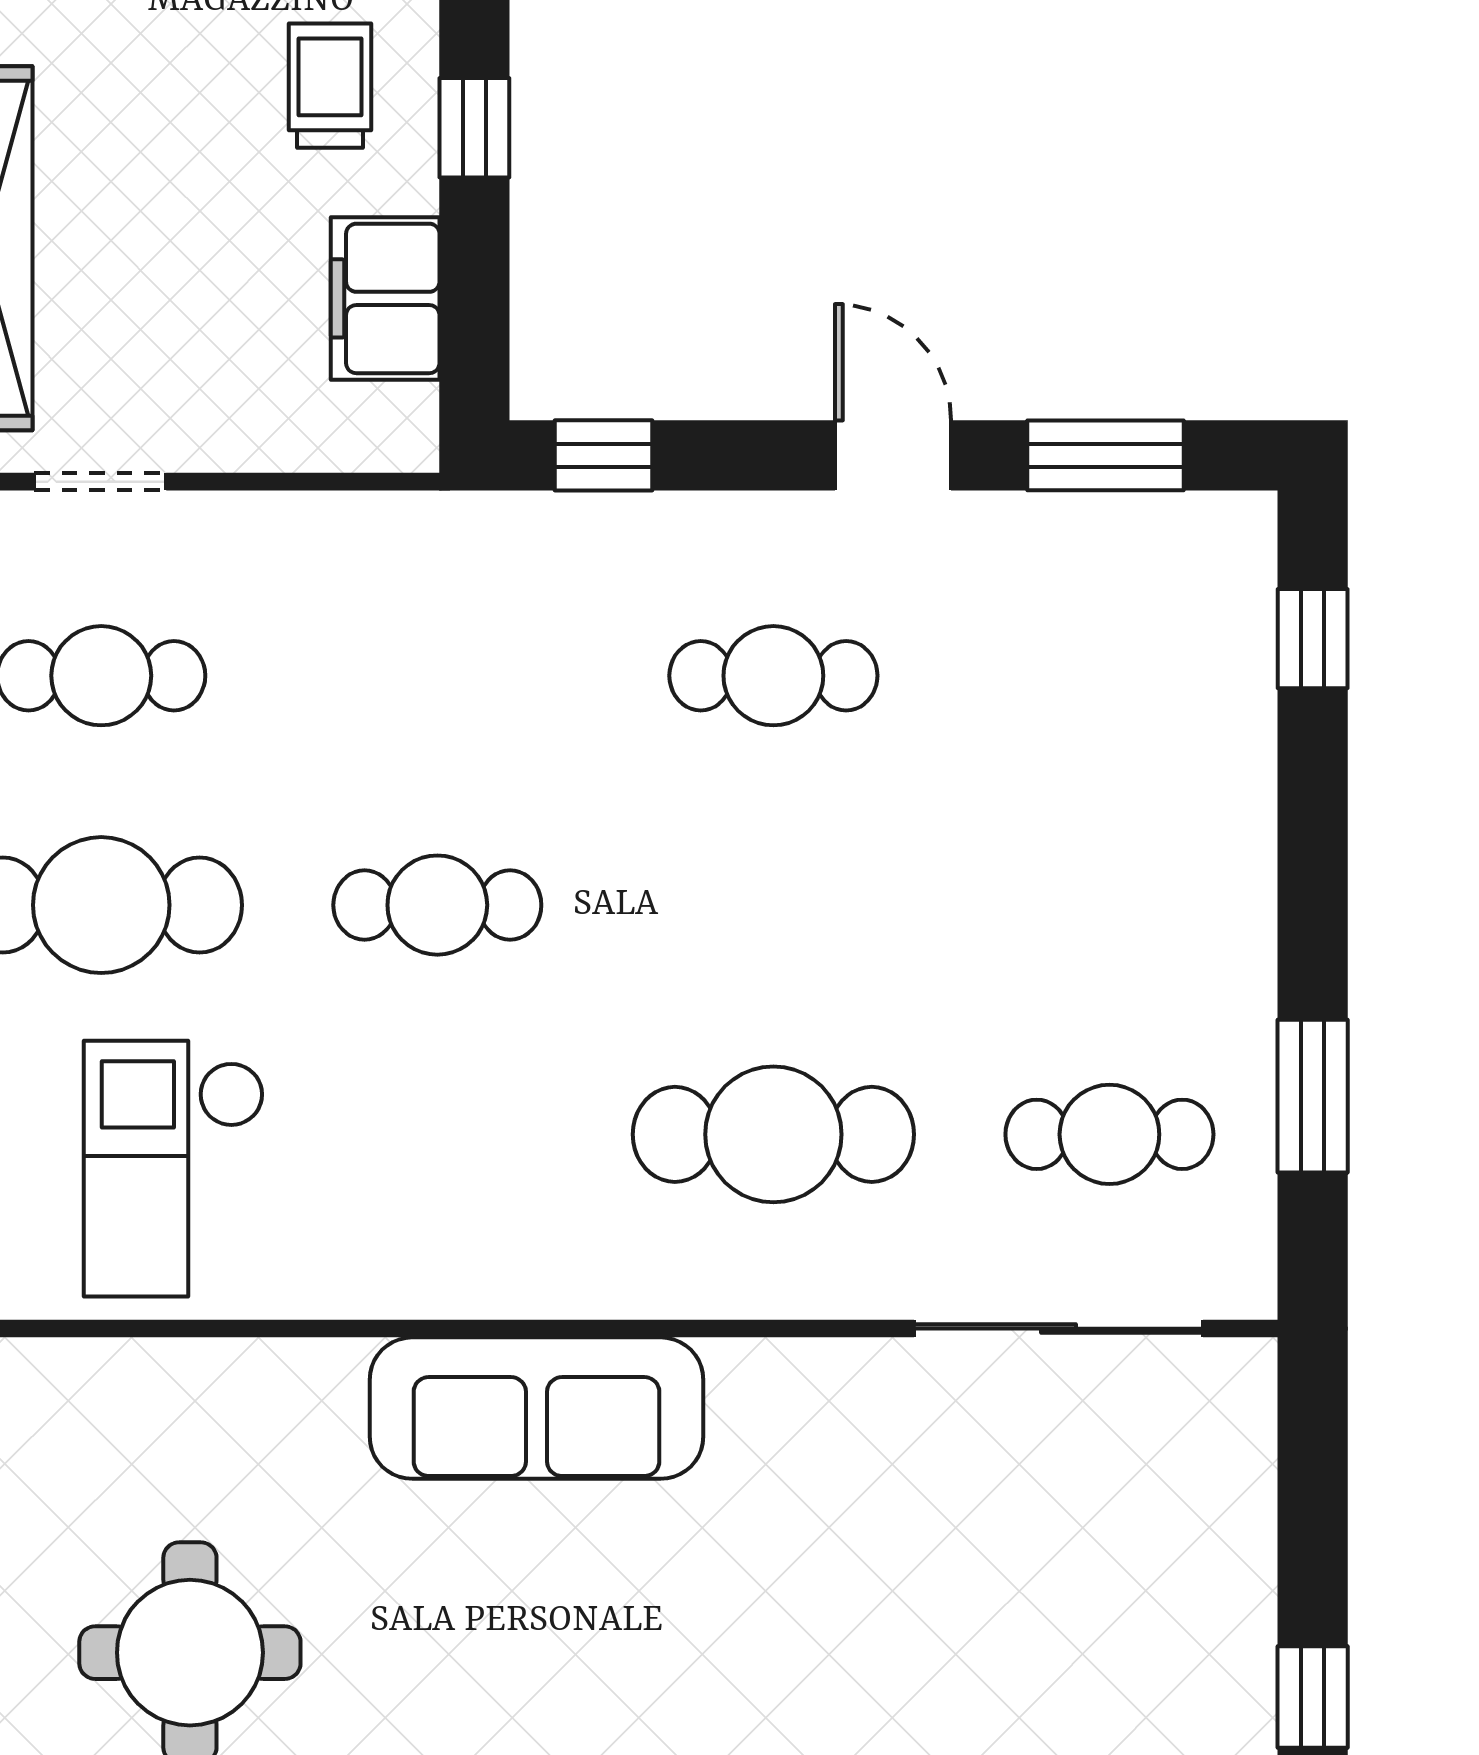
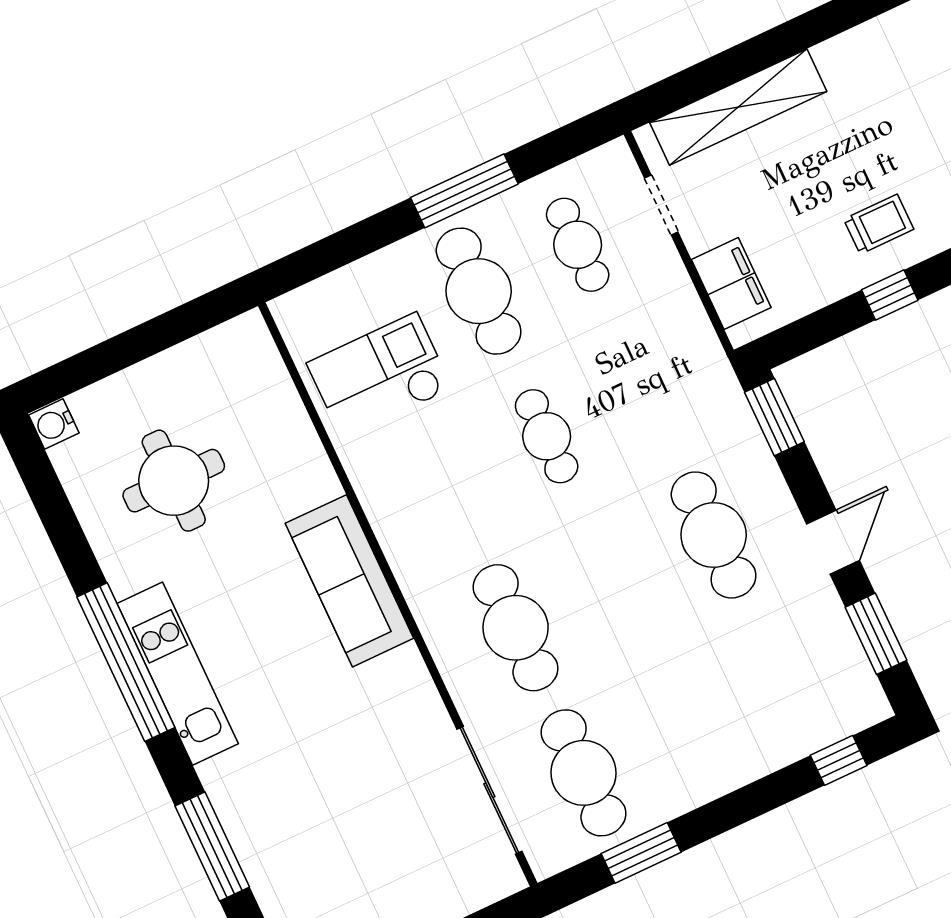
filing cabinet: (385, 298) -> (731, 284), moved, turned 90
window: (604, 455) -> (774, 417), width x1.50
cafe table: (773, 676) -> (714, 535), width x1.37, depth x1.35
cafe table: (1109, 1134) -> (584, 773), width x1.37, depth x1.35

